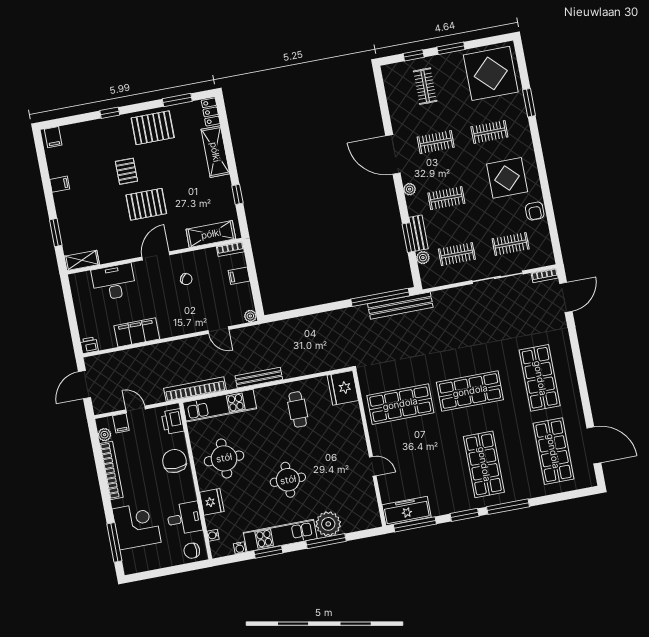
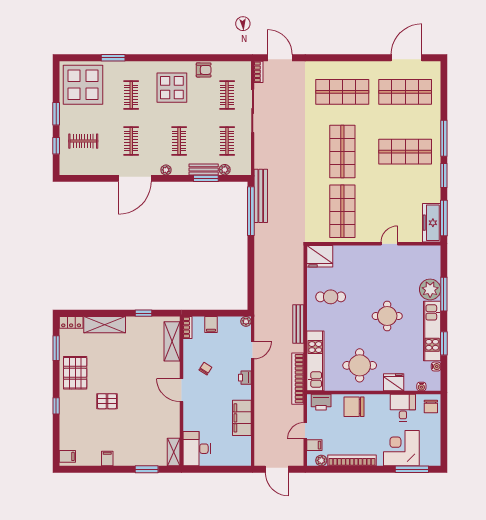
pallet: (146, 204) -> (137, 390), removed
desk: (114, 282) -> (197, 449), moved
printer: (89, 345) -> (245, 378), moved

